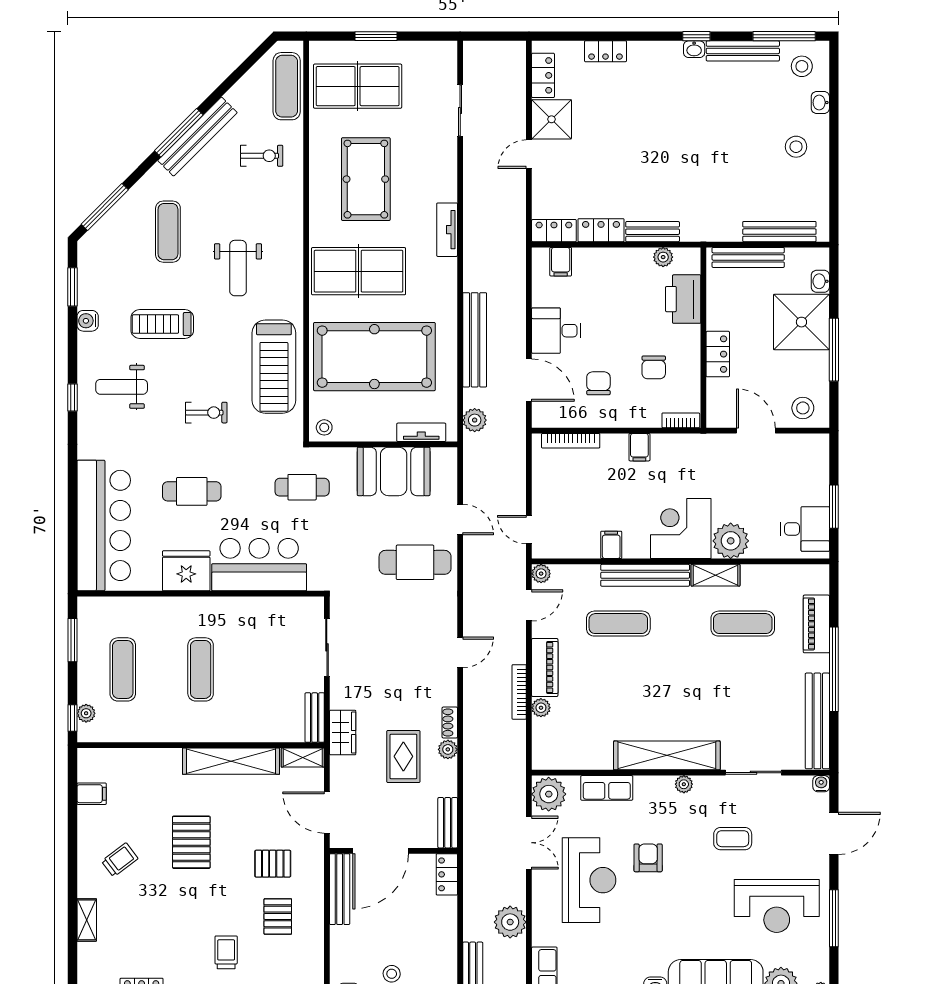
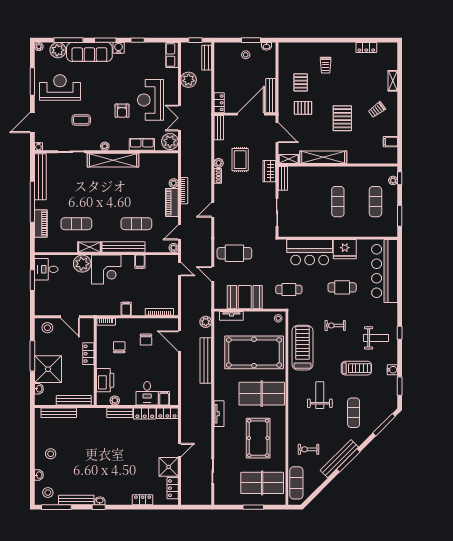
desk: (556, 331) -> (147, 393), moved, turned 90

